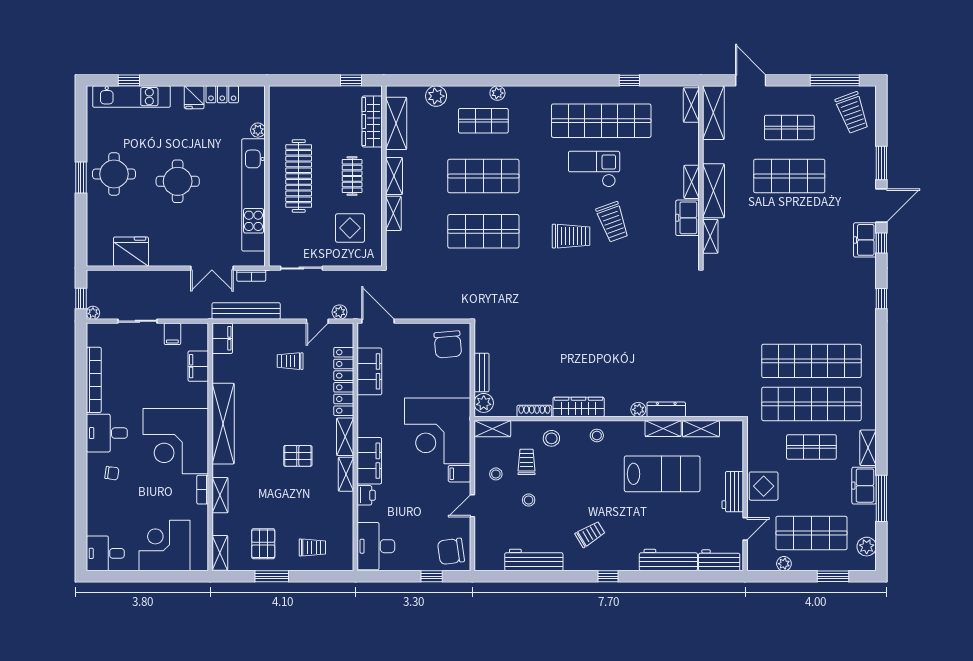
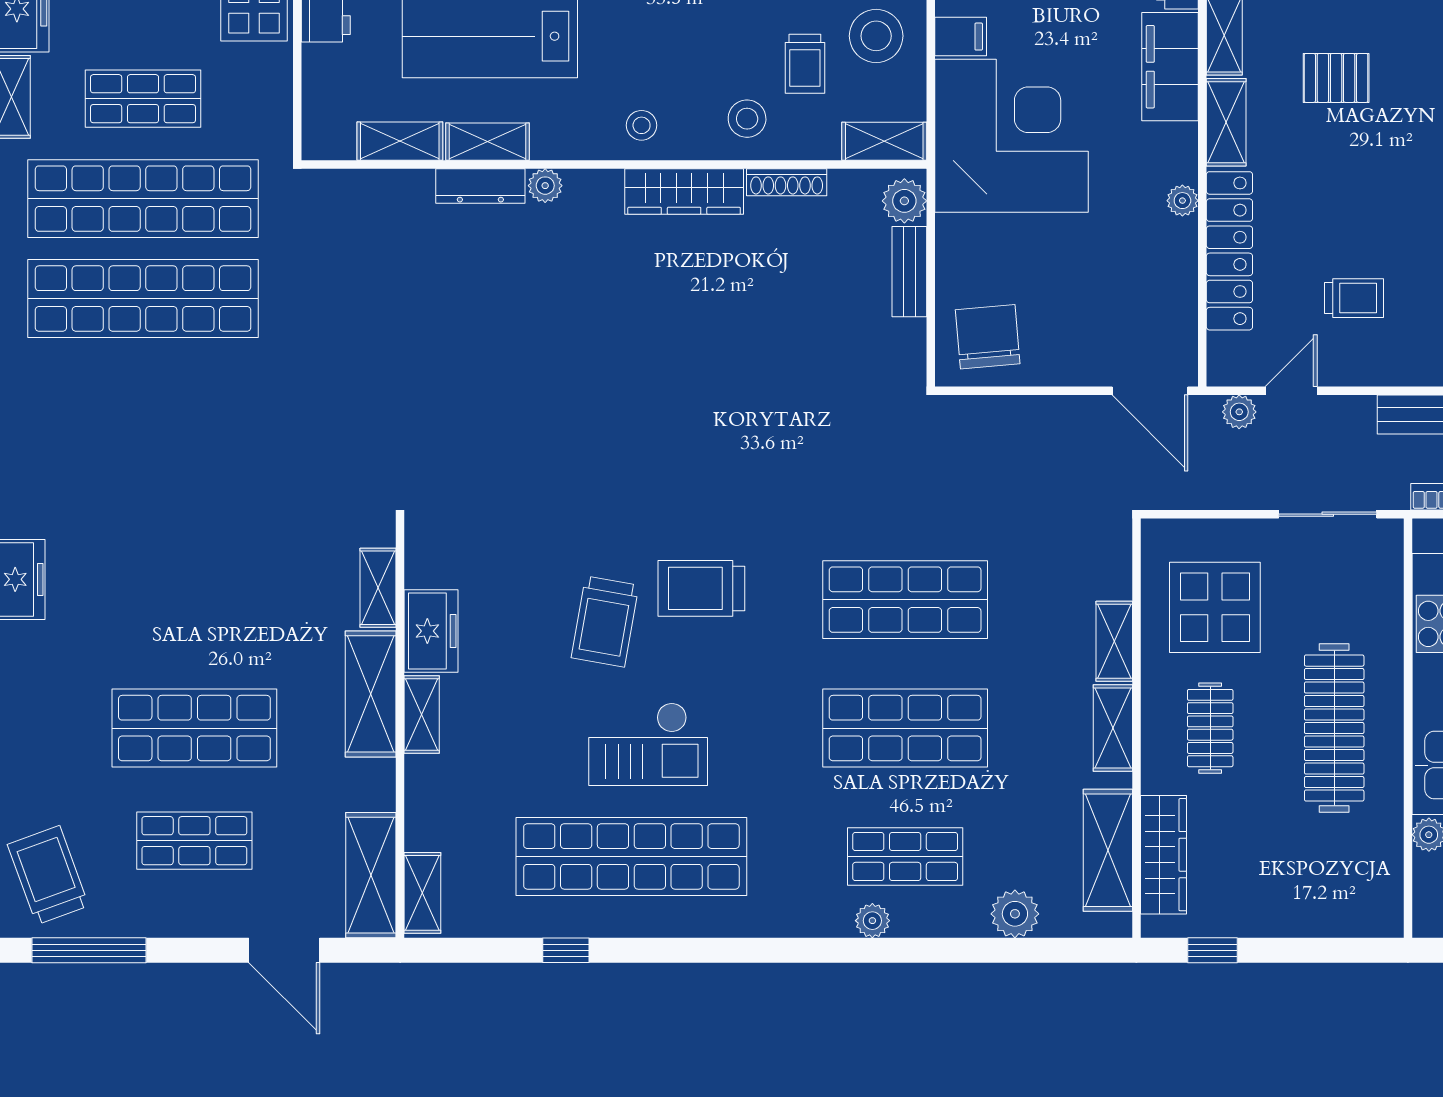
trolley: (613, 222) -> (605, 621), turned -150
display table: (350, 228) -> (1215, 607), width x1.36, depth x1.36
filing cabinet: (369, 371) -> (1170, 274), removed
plant: (364, 403) -> (1182, 201), added
stool: (496, 474) -> (876, 36), width x1.89, depth x1.89

